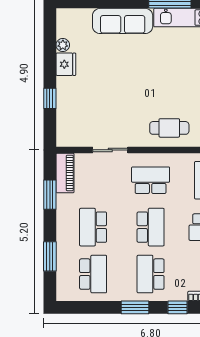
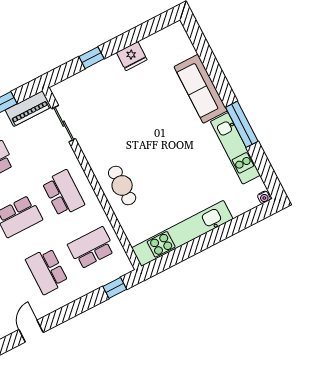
plant: (63, 45) -> (149, 44), removed
sliding door: (110, 150) -> (64, 124), moved

